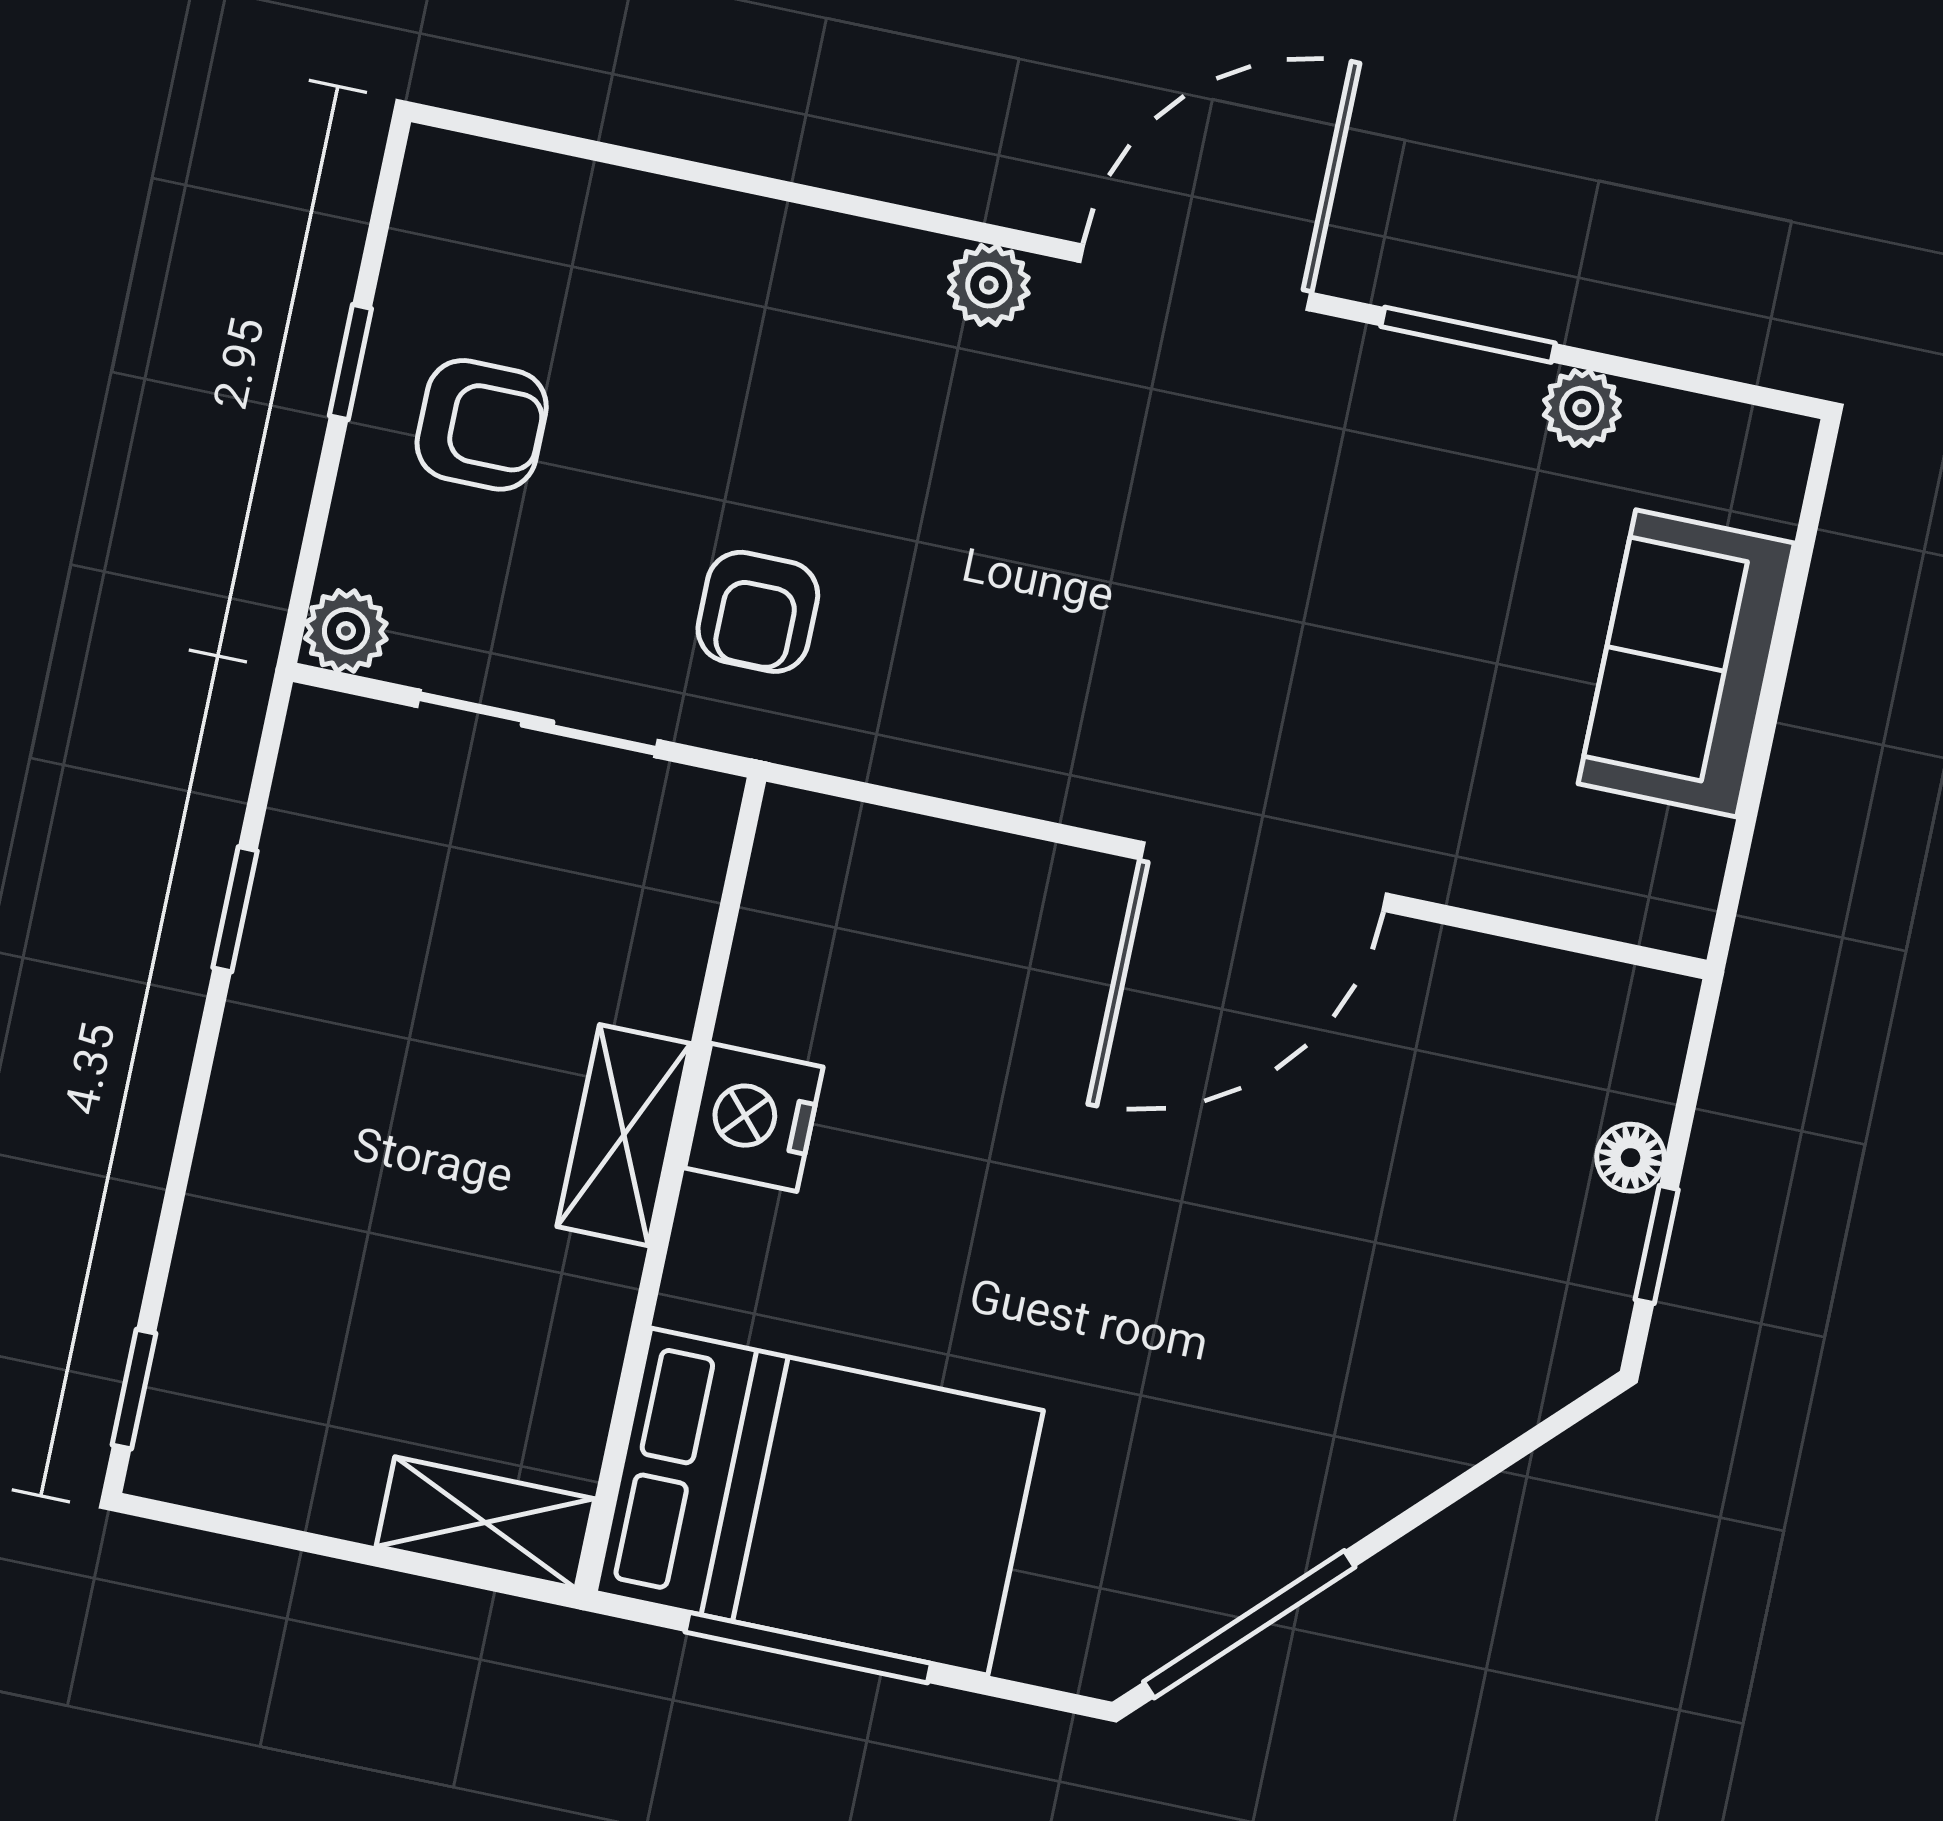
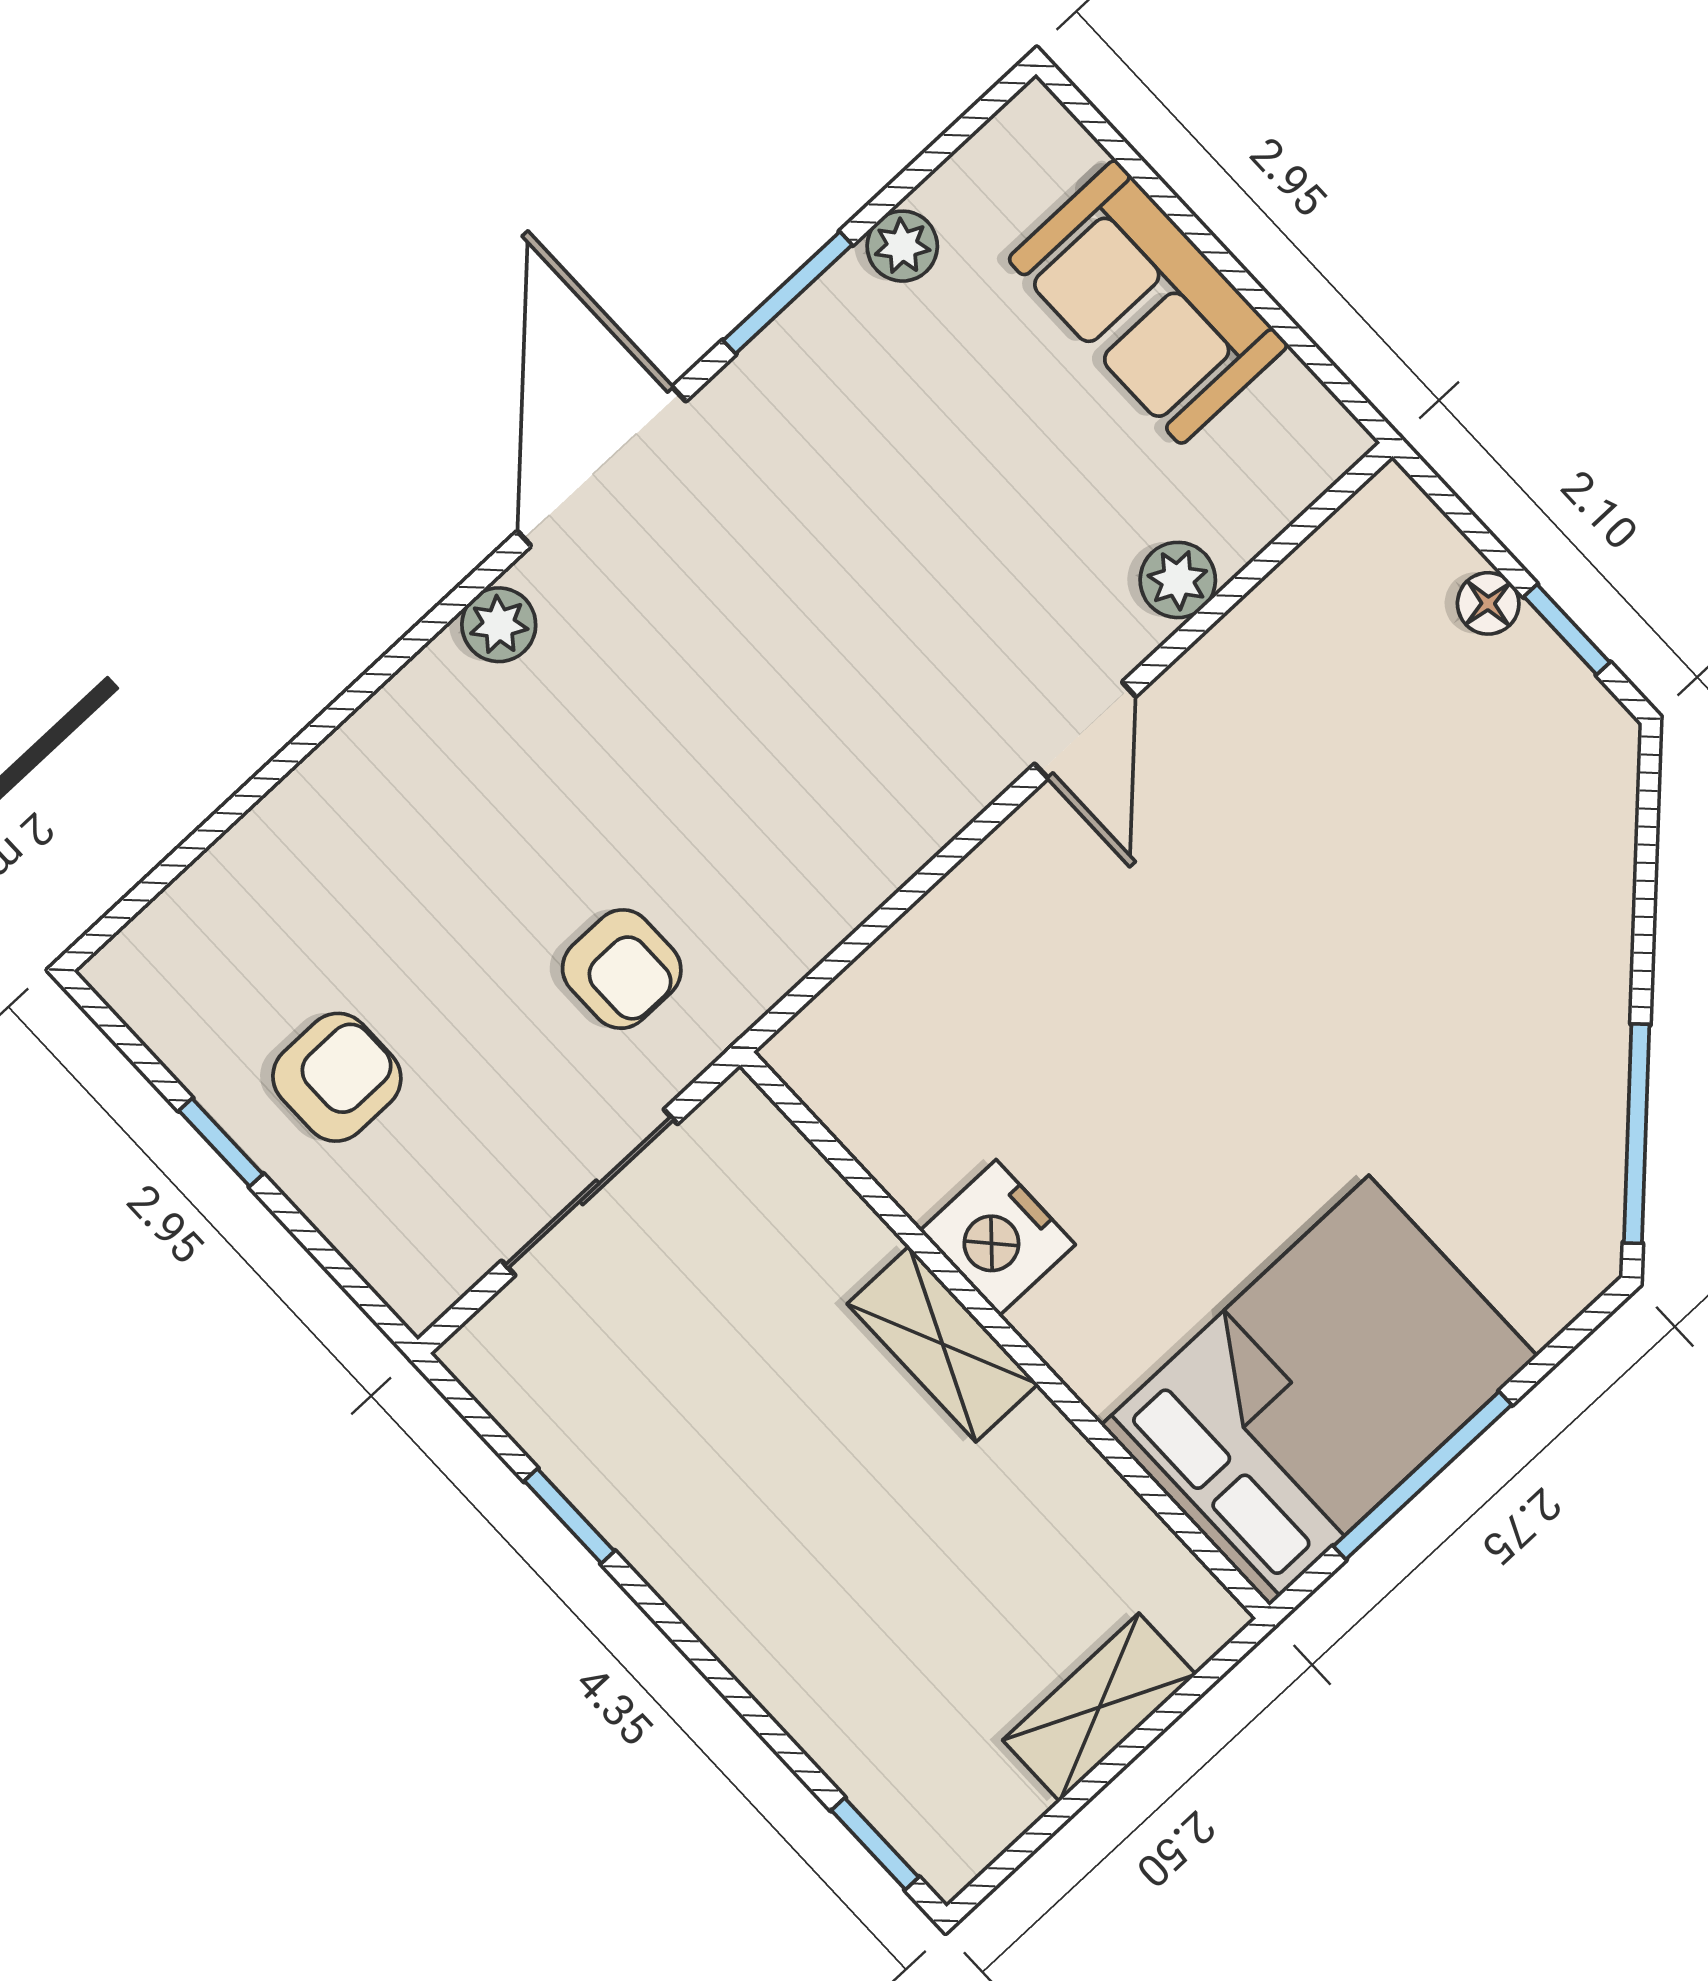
plant: (346, 631) -> (1178, 580), moved
door: (1263, 876) -> (1085, 730), width x0.53
shelving: (485, 1523) -> (1099, 1707), moved

